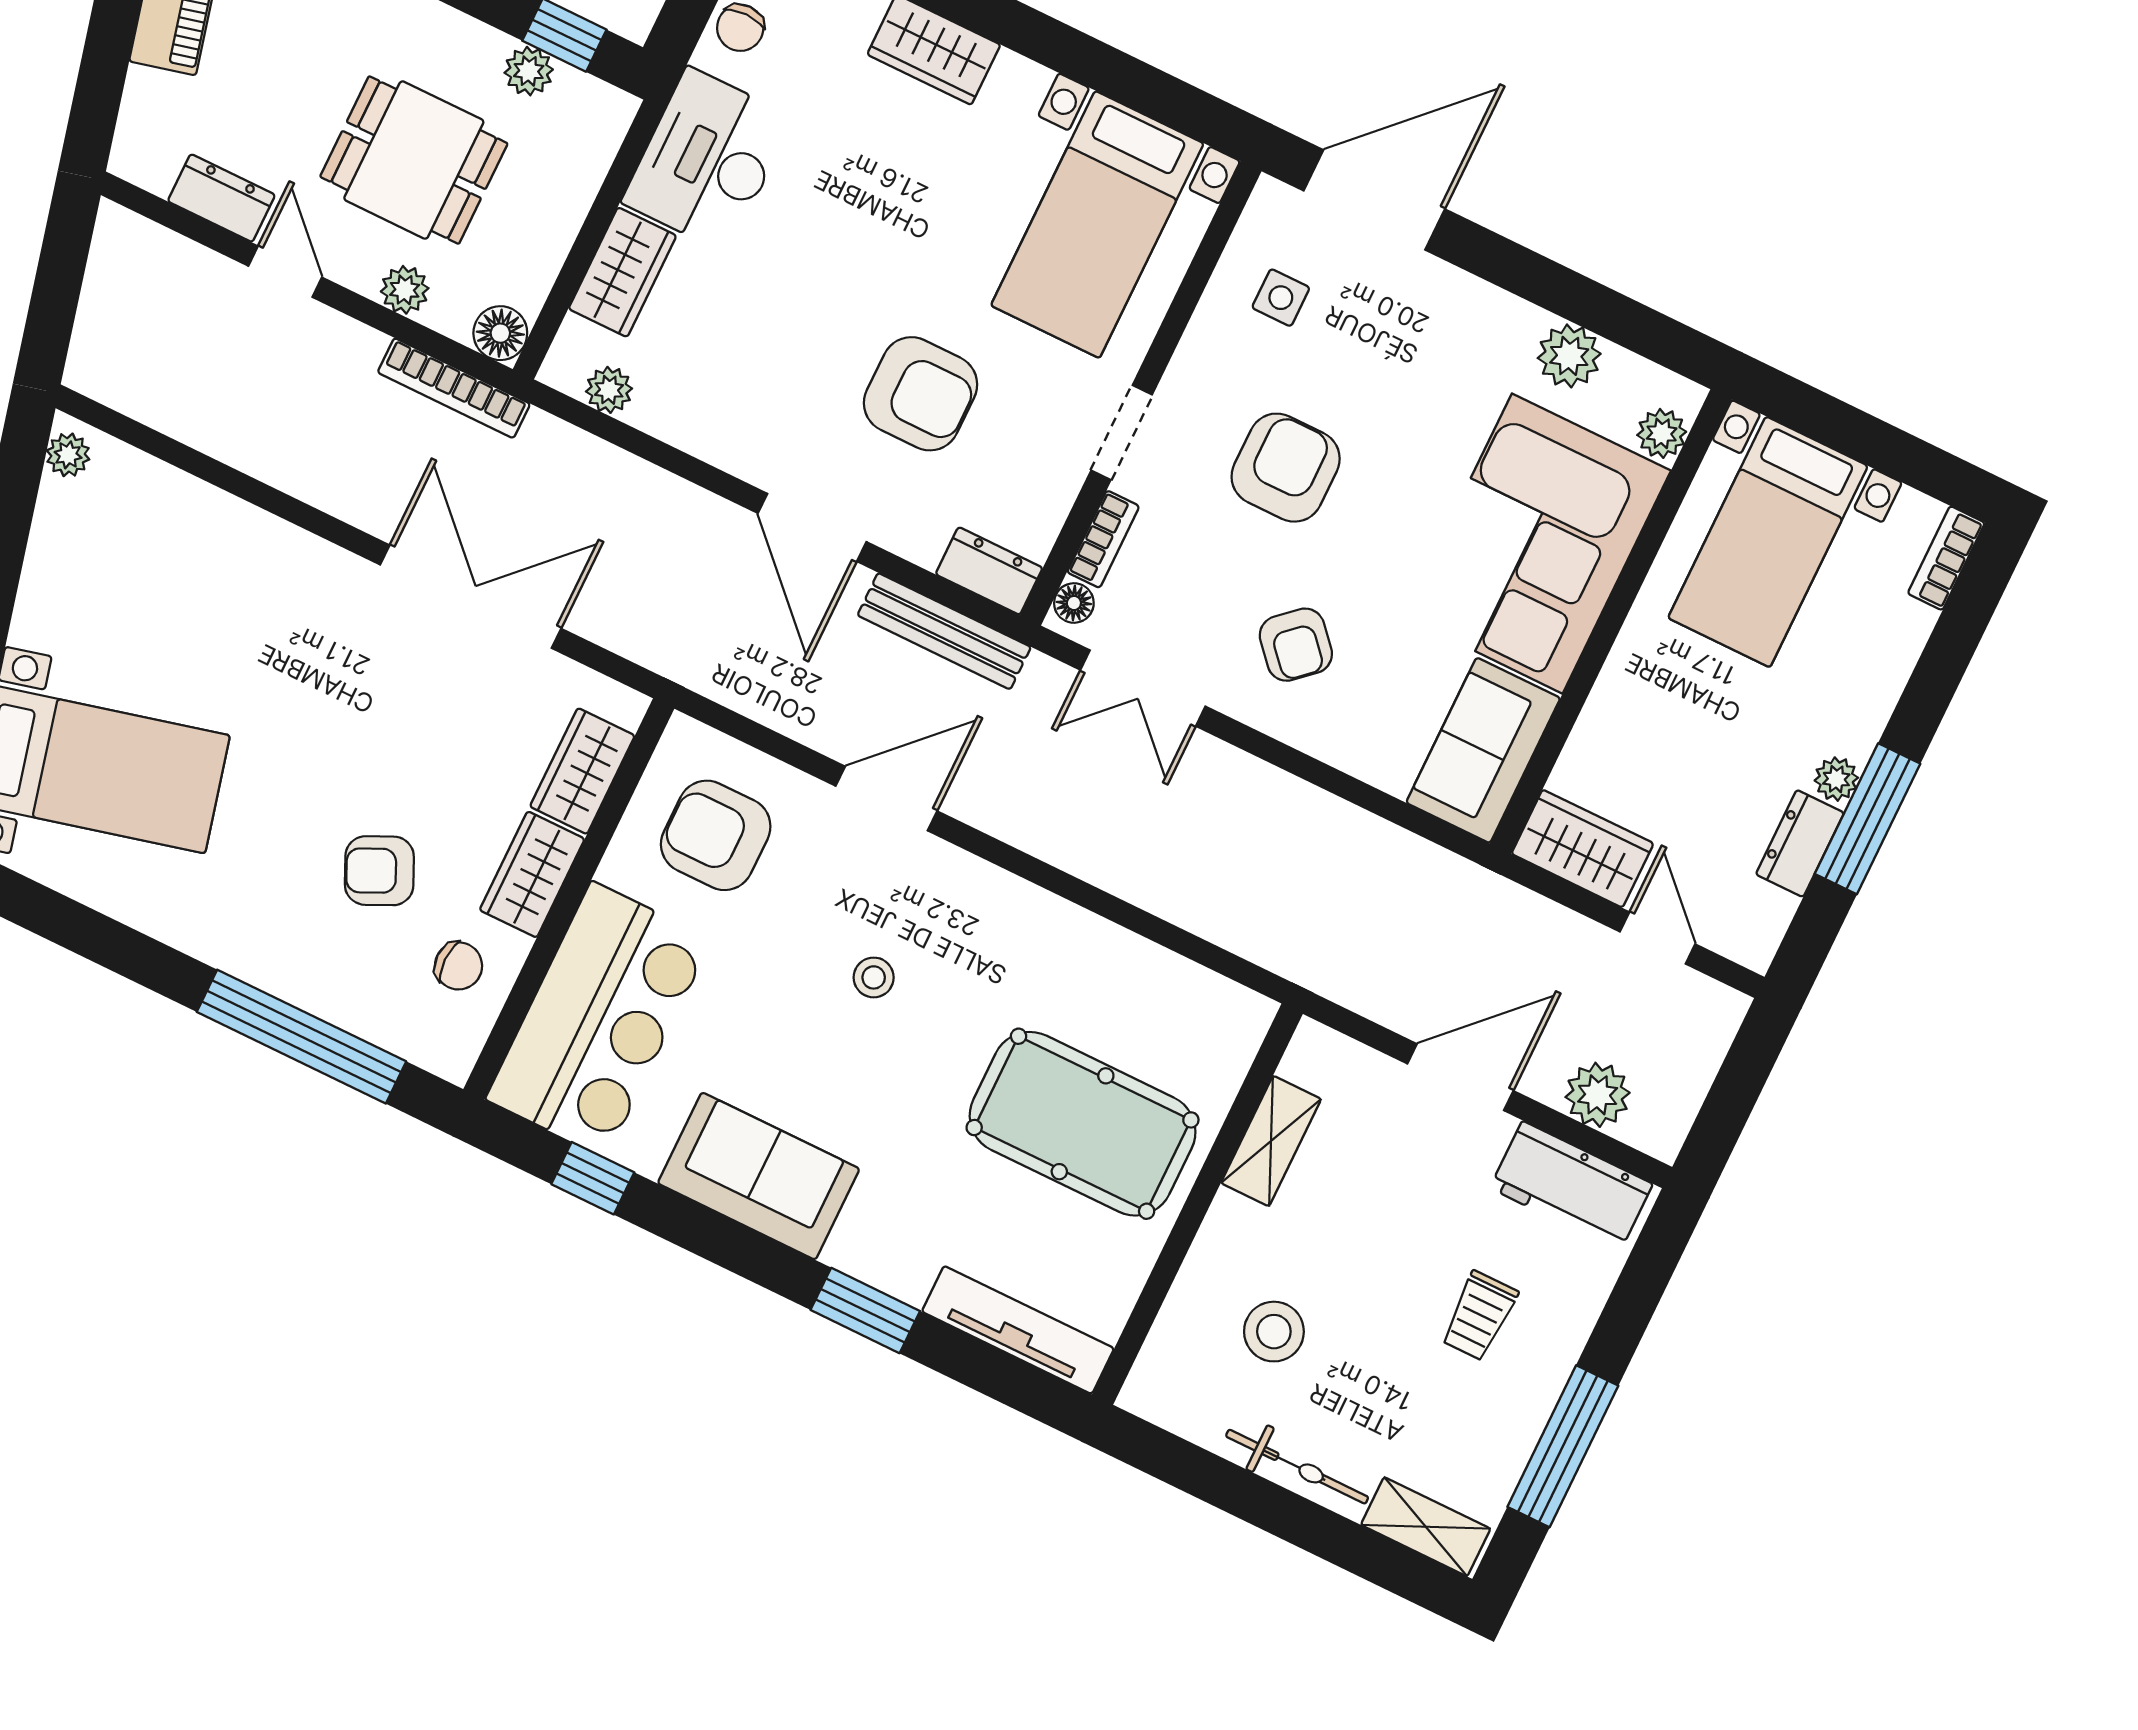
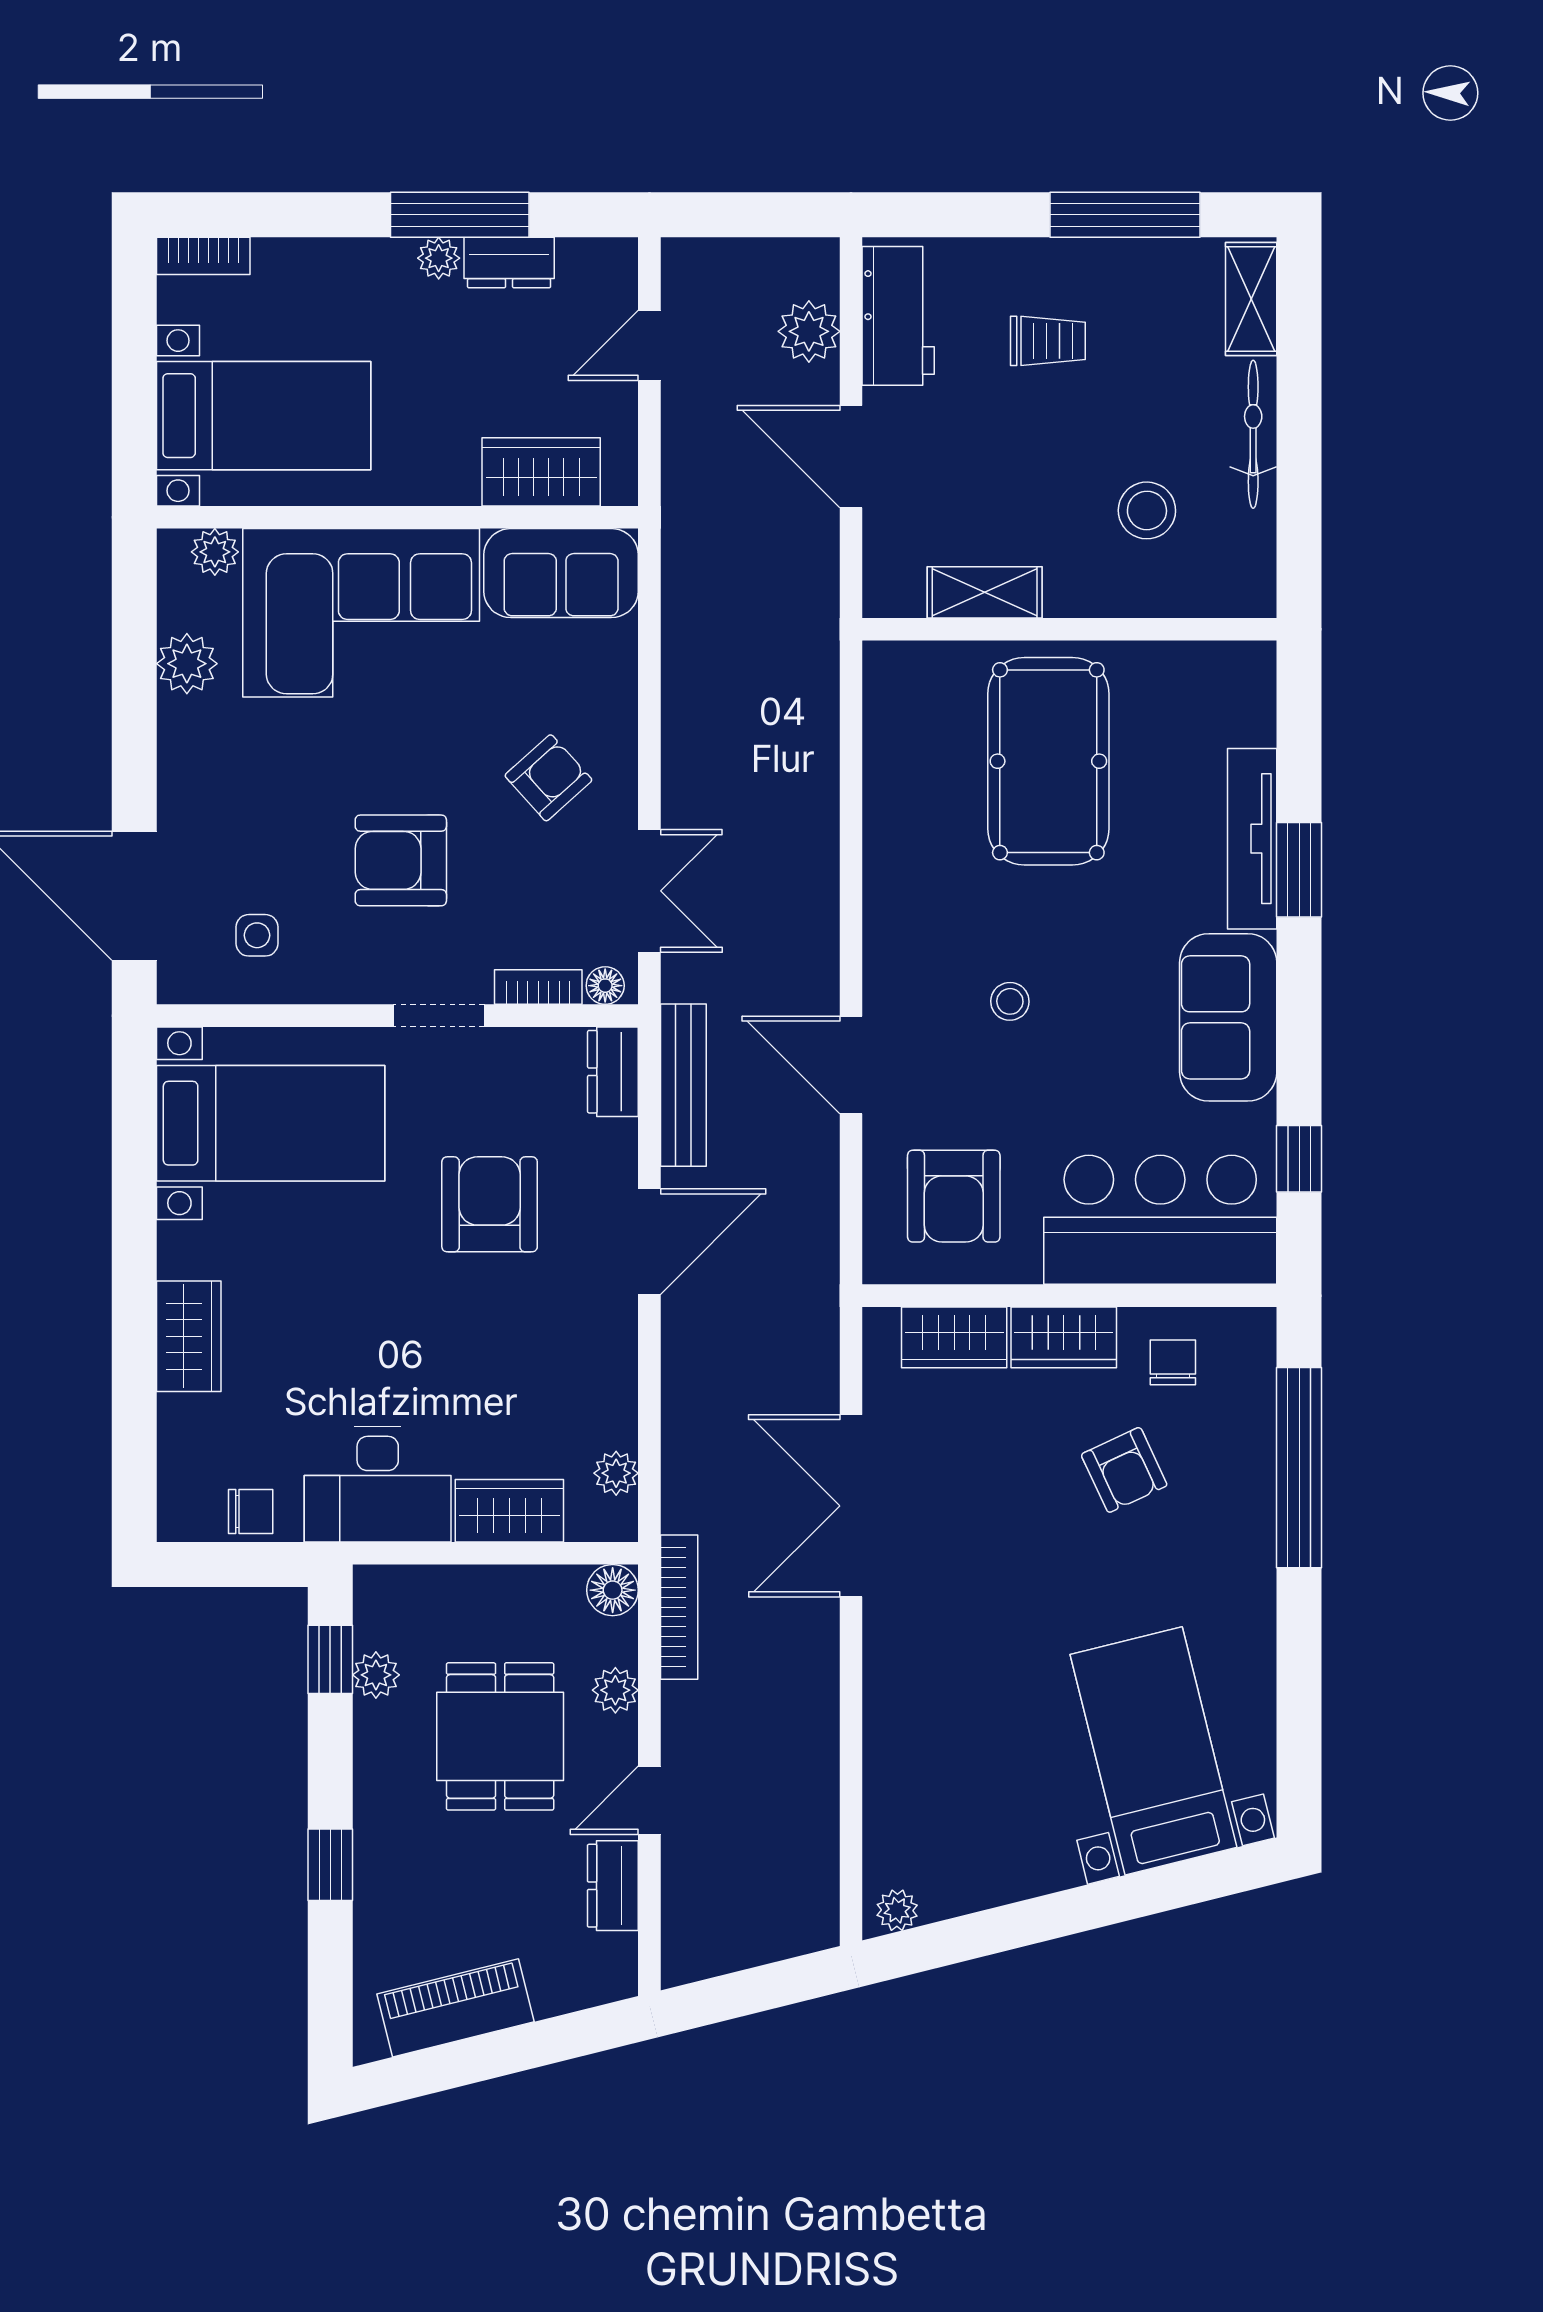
wardrobe: (1582, 849) -> (541, 472), moved, turned 90
tv unit: (1018, 1330) -> (1252, 839), moved

